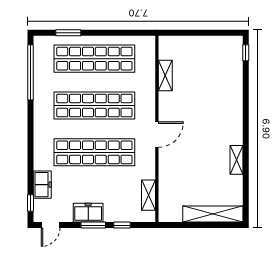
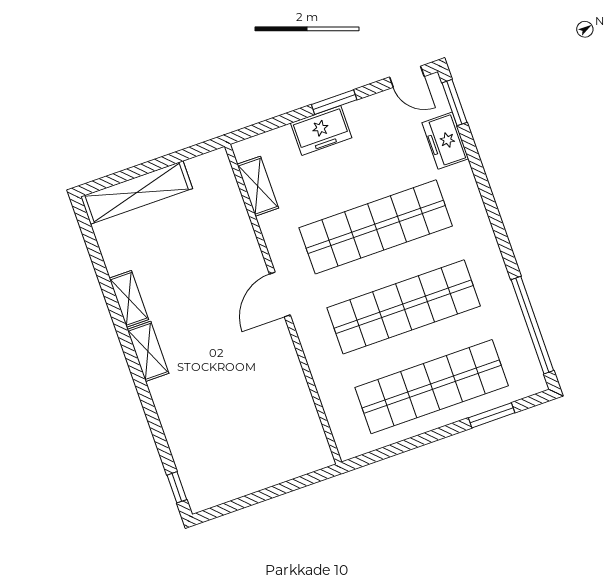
shelving: (165, 75) -> (148, 351), moved
window: (30, 203) -> (454, 103), width x1.50
freezer: (88, 213) -> (321, 130), moved
door: (51, 225) -> (407, 77), swing flipped
window: (122, 225) -> (285, 119), removed

